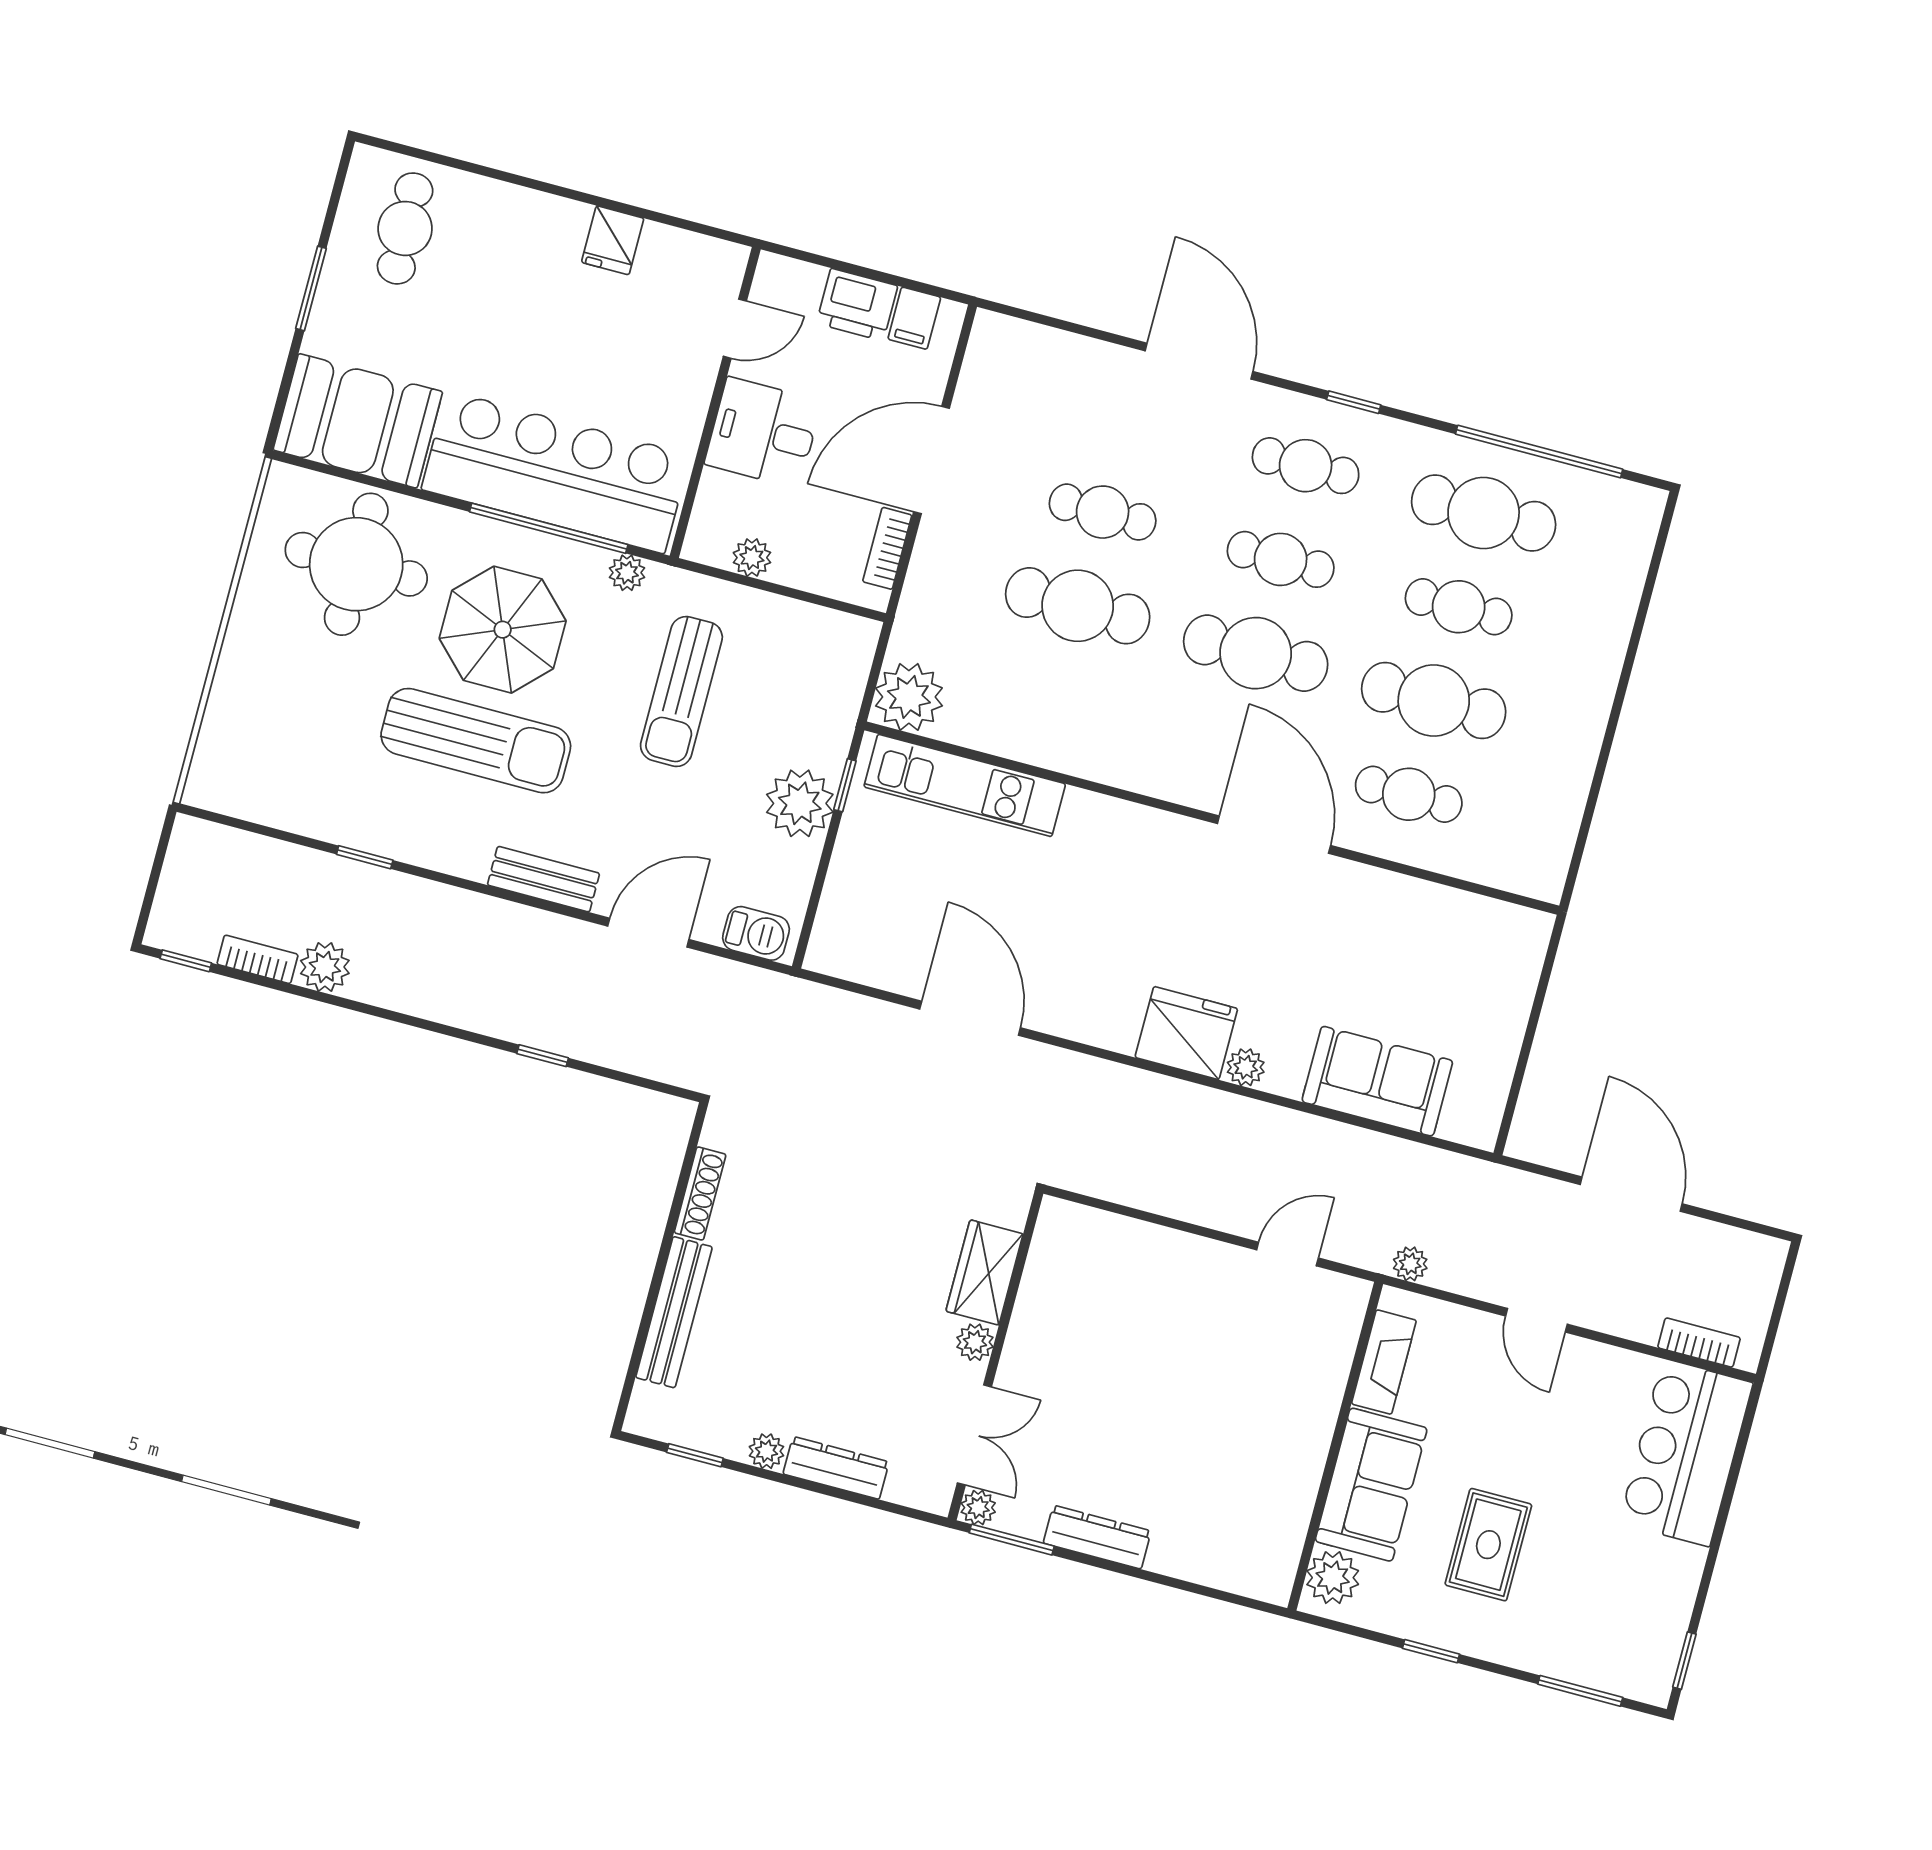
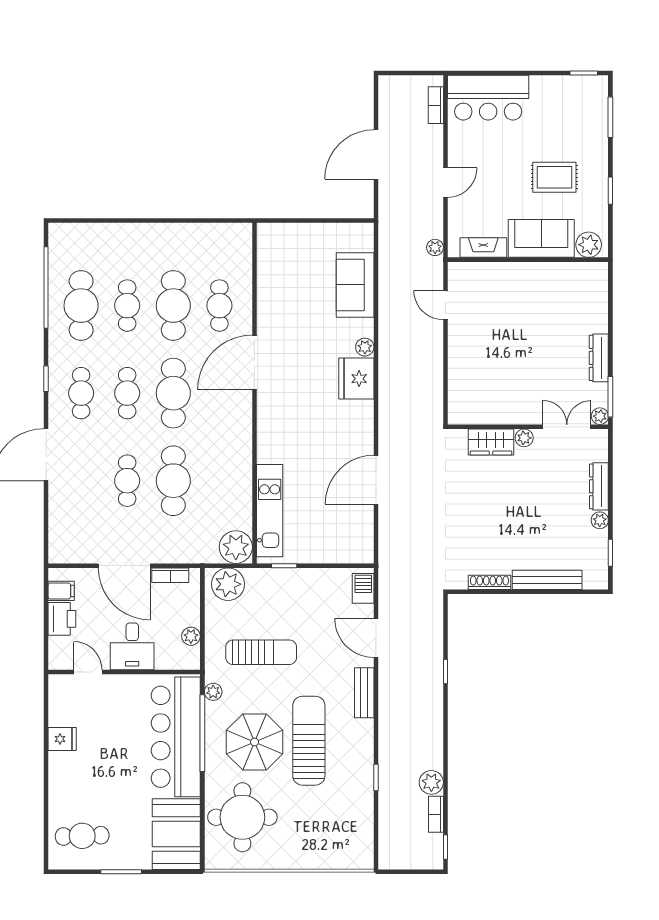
plant: (800, 803) -> (228, 584), moved

